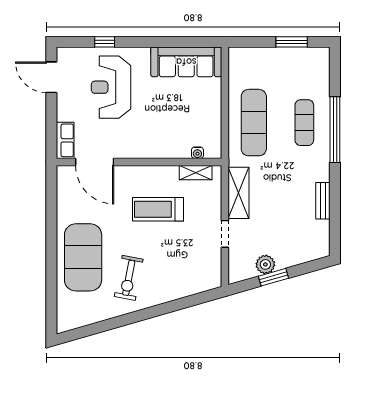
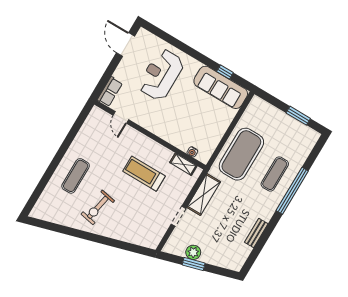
window: (105, 42) -> (225, 72), moved
exercise mat: (254, 123) -> (241, 154), width x1.47
door: (95, 162) -> (121, 117), width x0.53
exercise mat: (83, 257) -> (76, 176), width x0.50, depth x0.69

